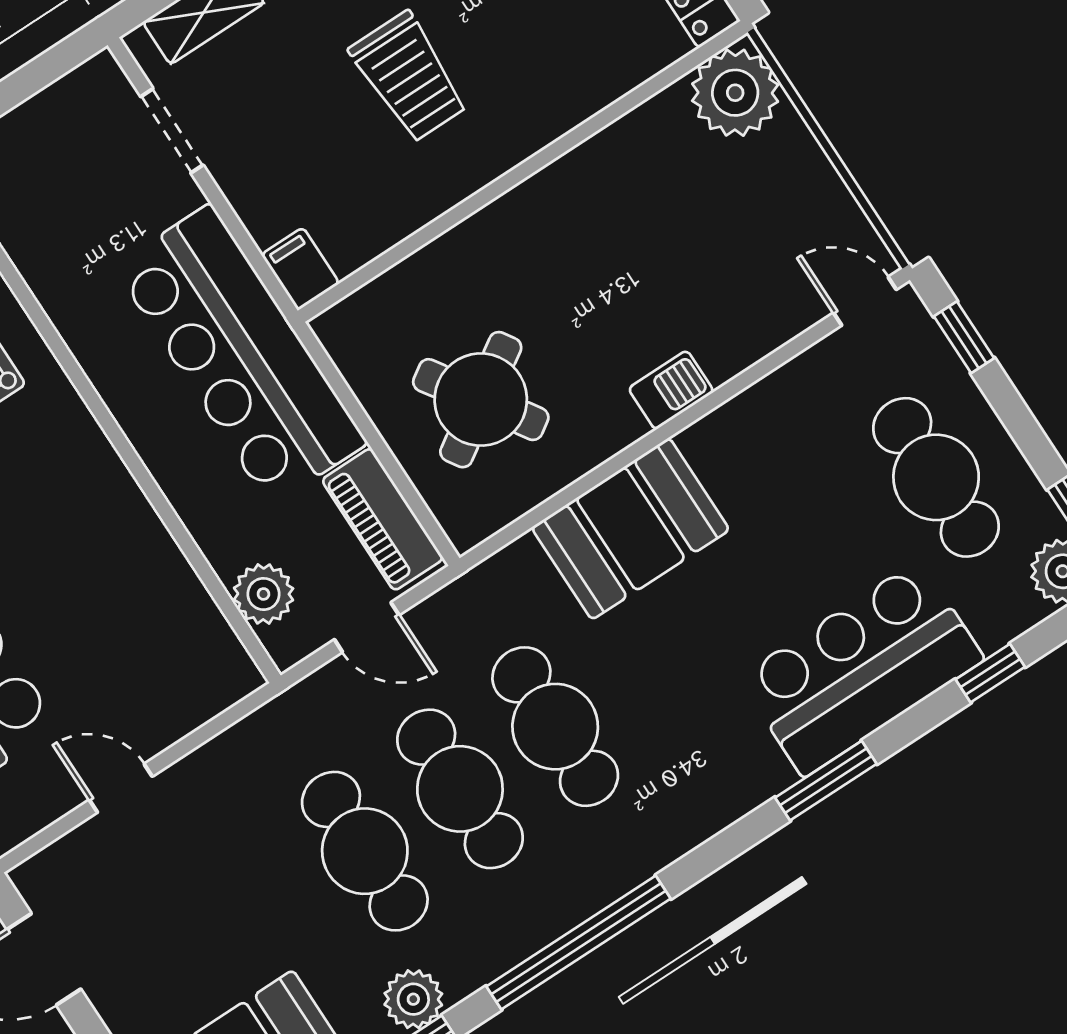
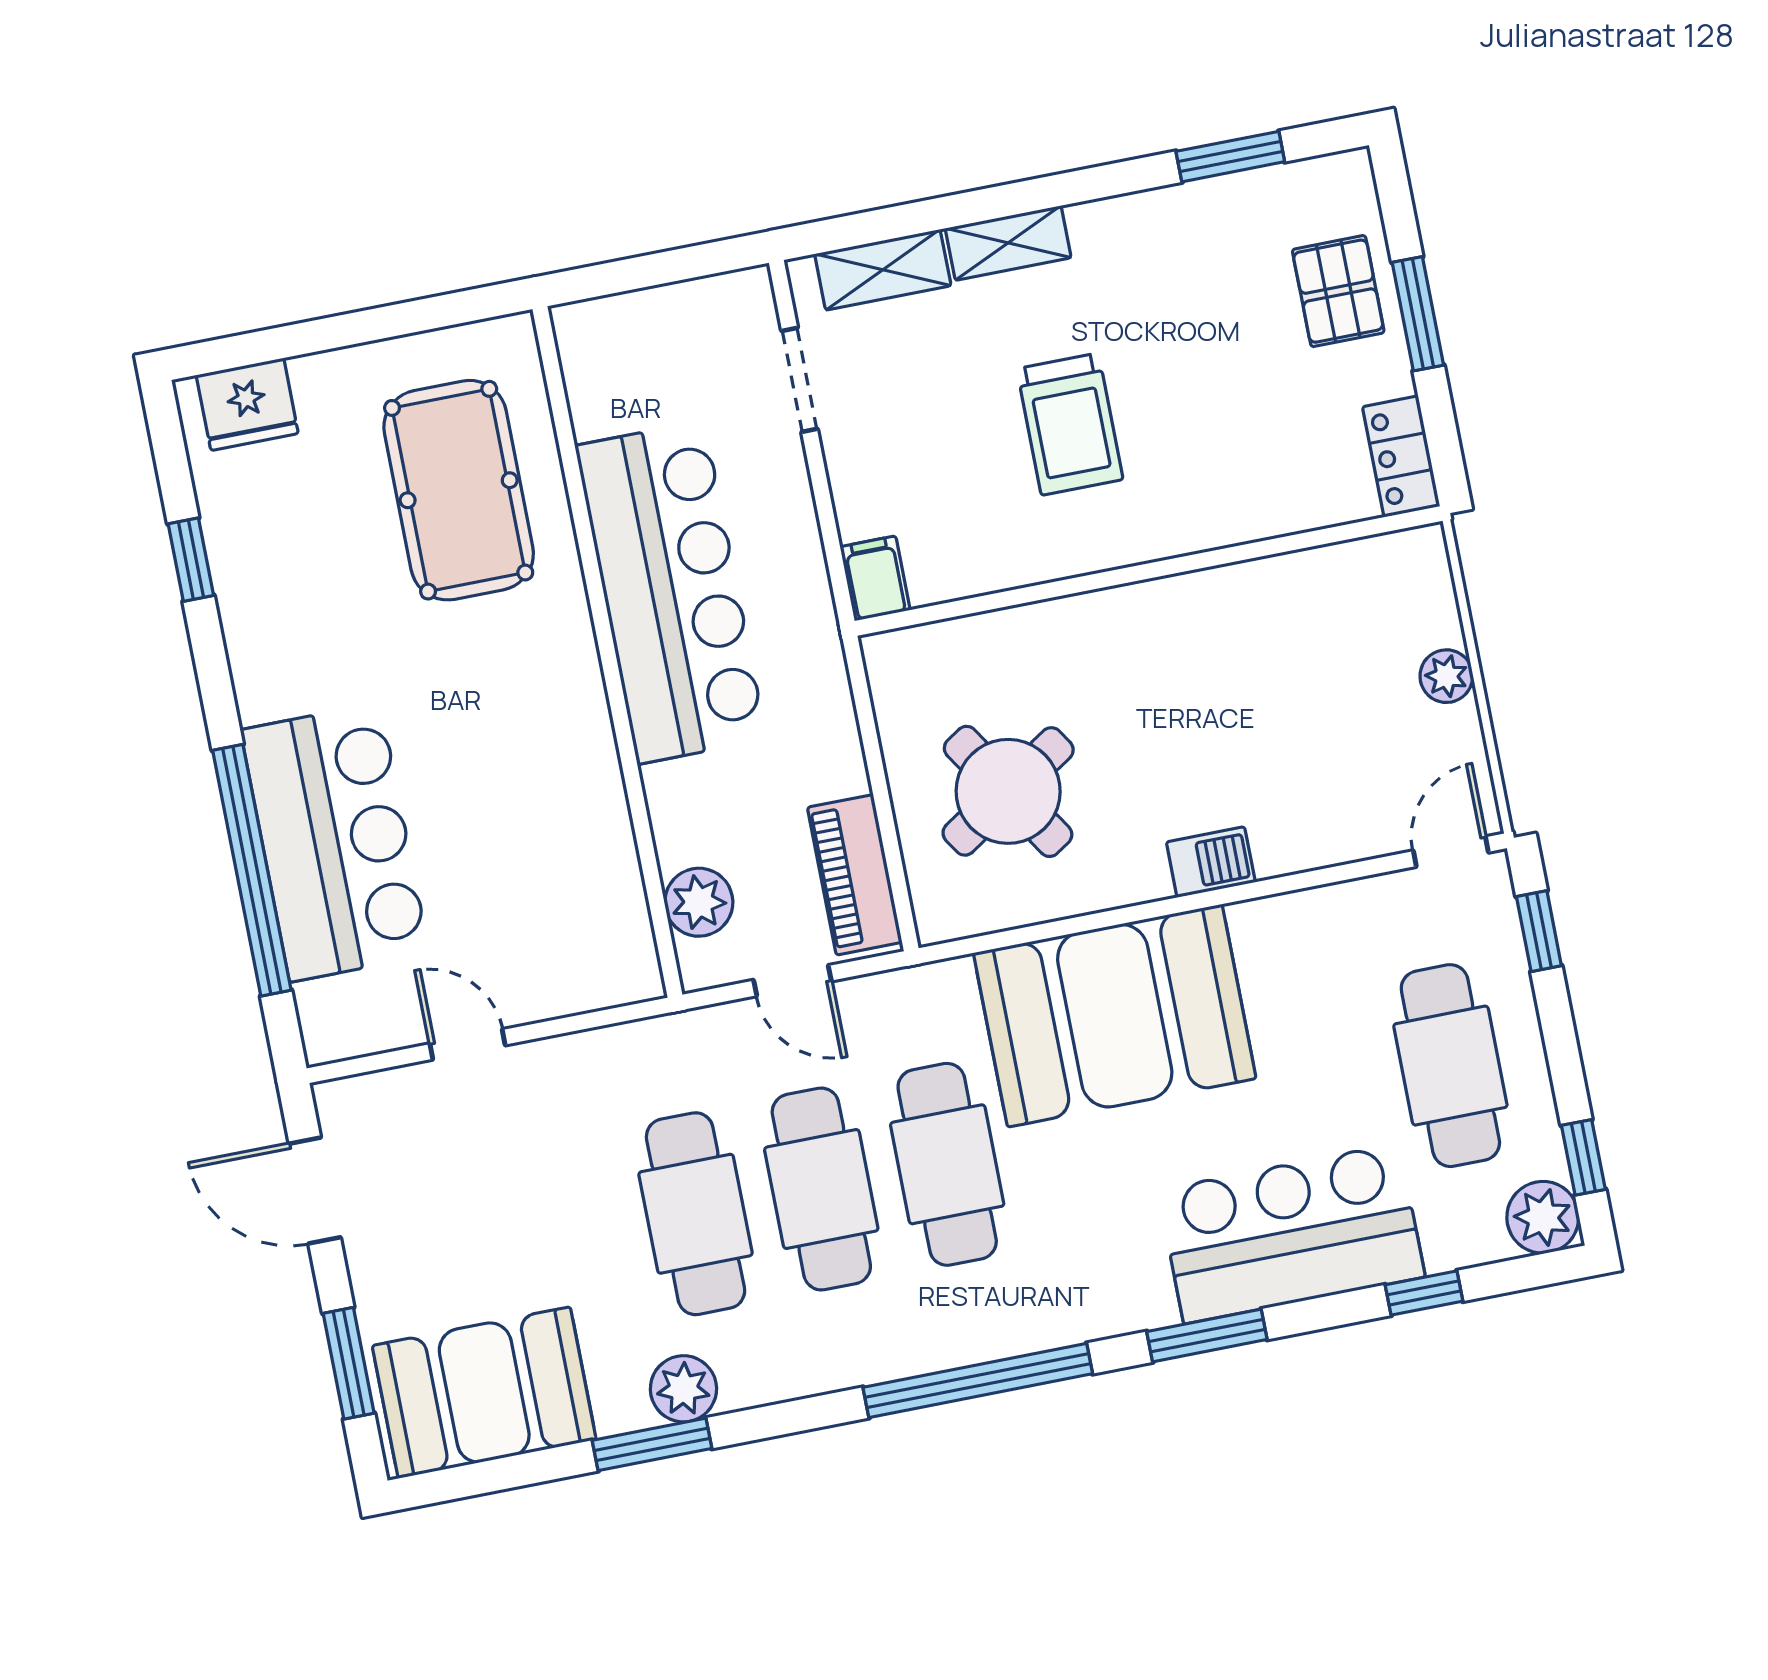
plant: (735, 93) -> (1446, 676), moved, width x0.53, depth x0.53
door: (865, 301) -> (1451, 852), hinge flipped
bar counter: (240, 355) -> (671, 592), moved, turned 180
booth: (630, 529) -> (1115, 1016), width x1.36, depth x1.42
window: (579, 943) -> (978, 1381), moved

